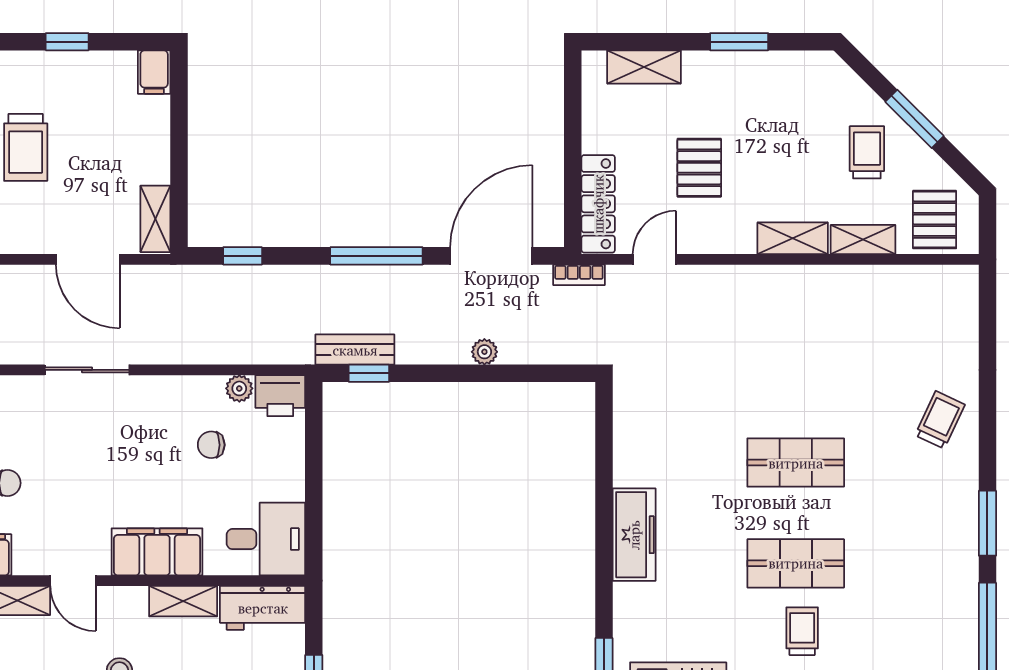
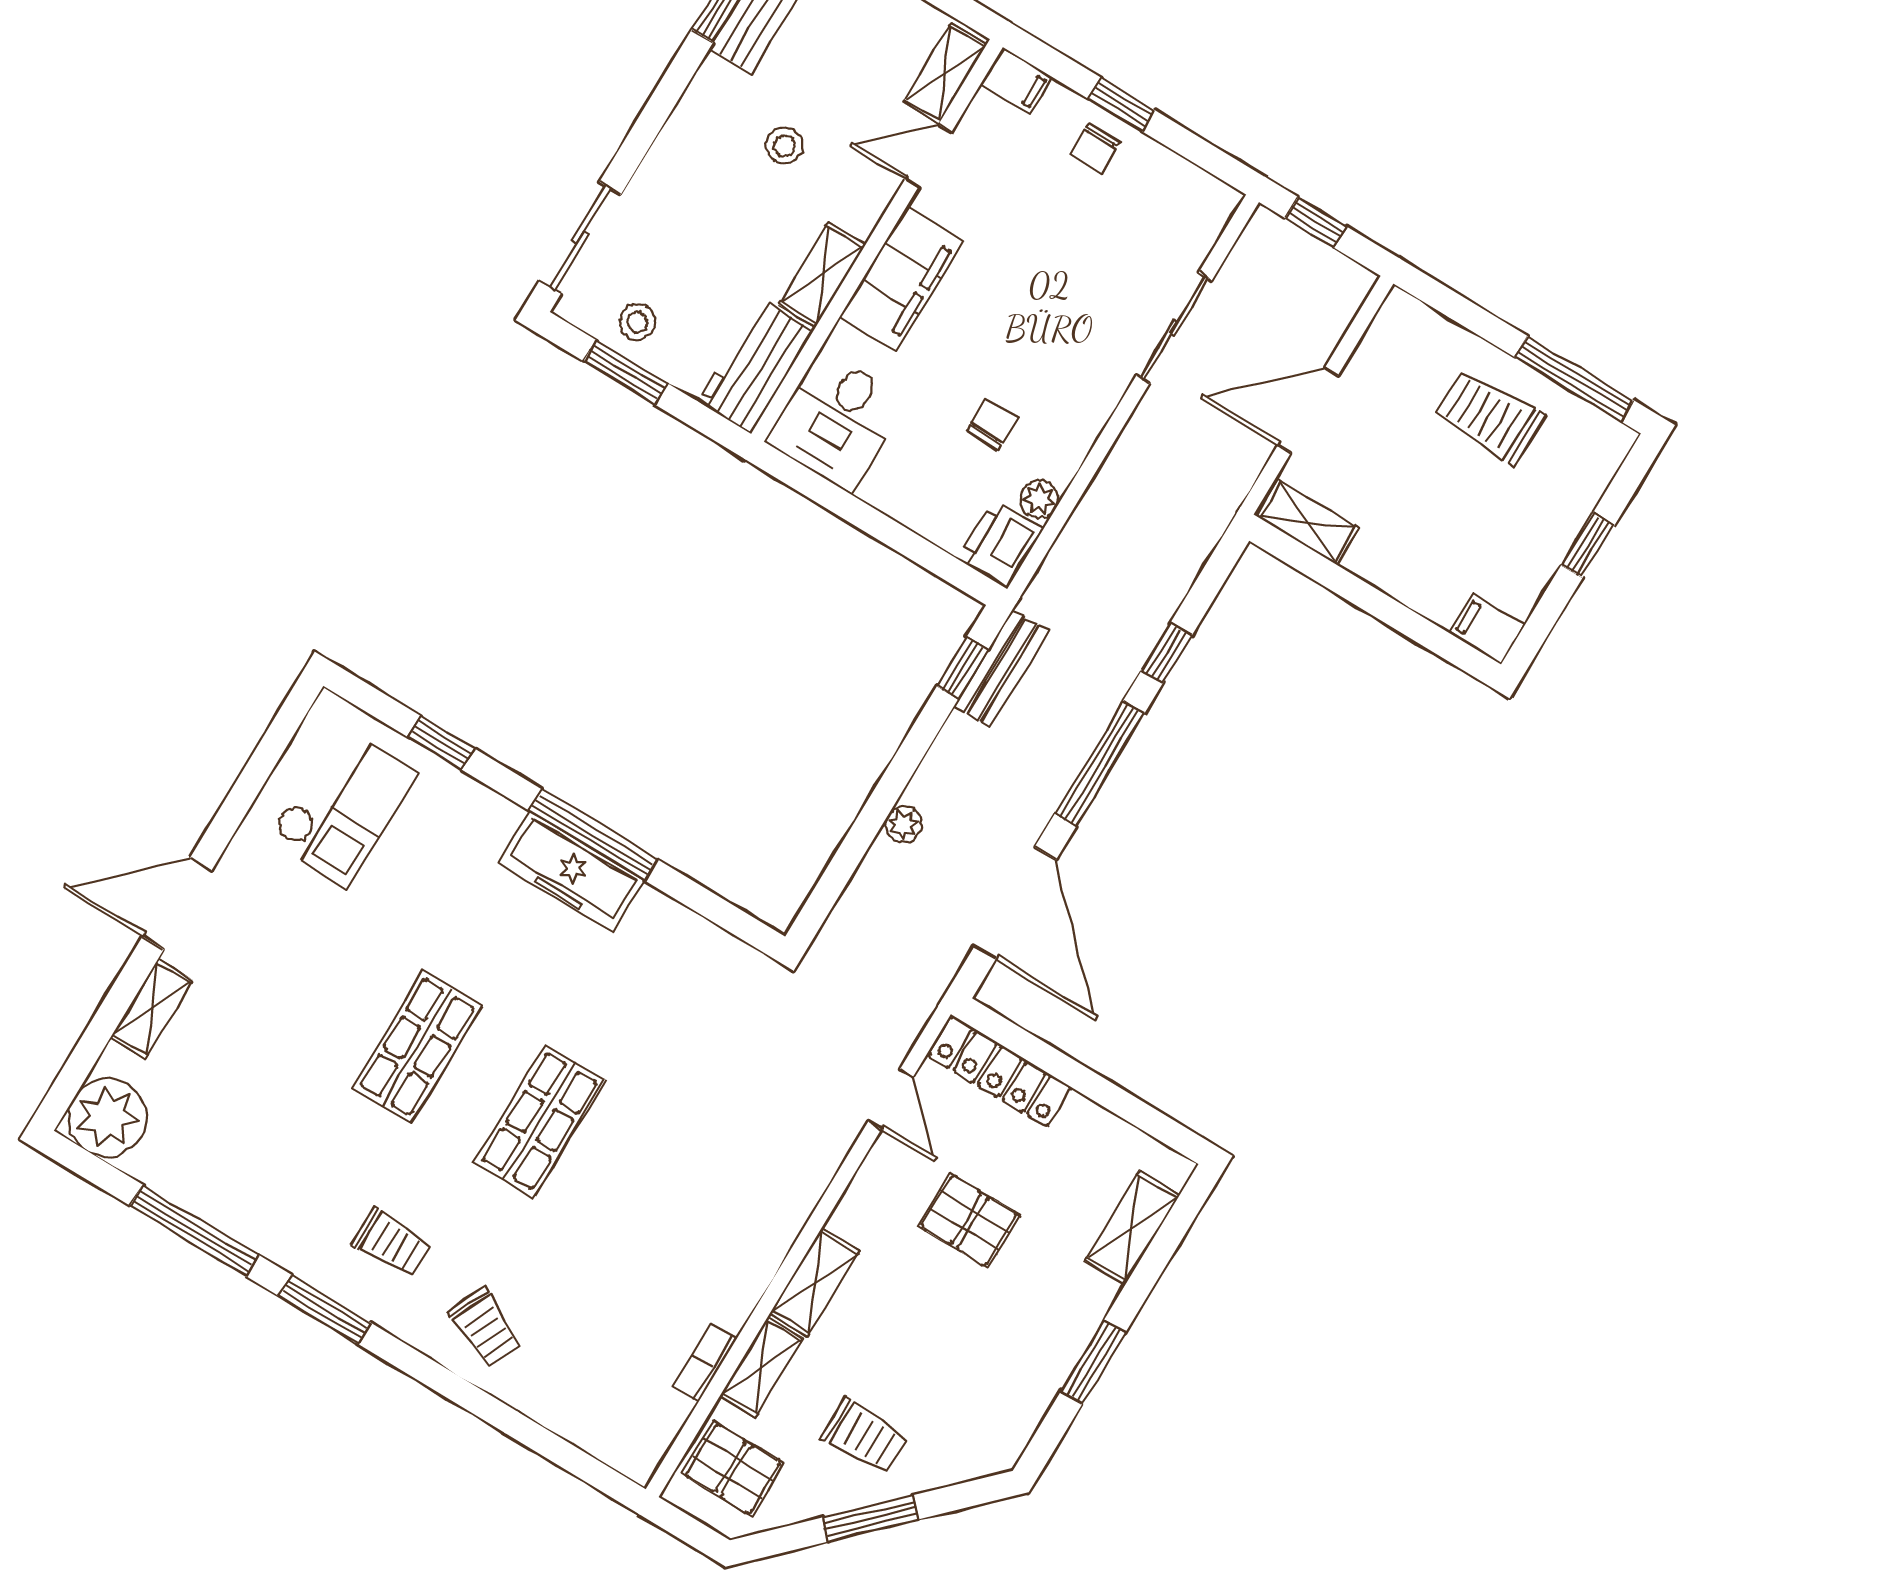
window: (243, 256) -> (1167, 653), moved
bookcase: (579, 275) -> (705, 1363), moved
window: (604, 535) -> (593, 835), added
trolley: (802, 631) -> (392, 1243), moved

